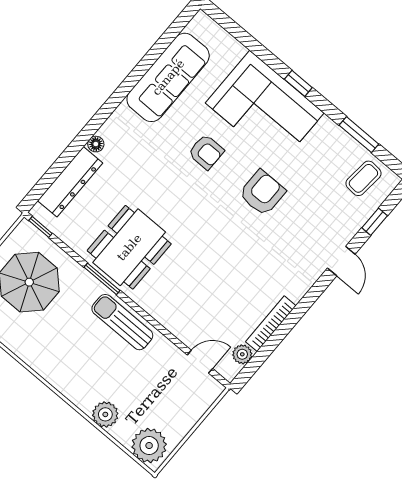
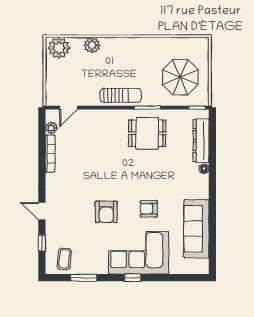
dining table: (129, 247) -> (147, 133), width x0.73

